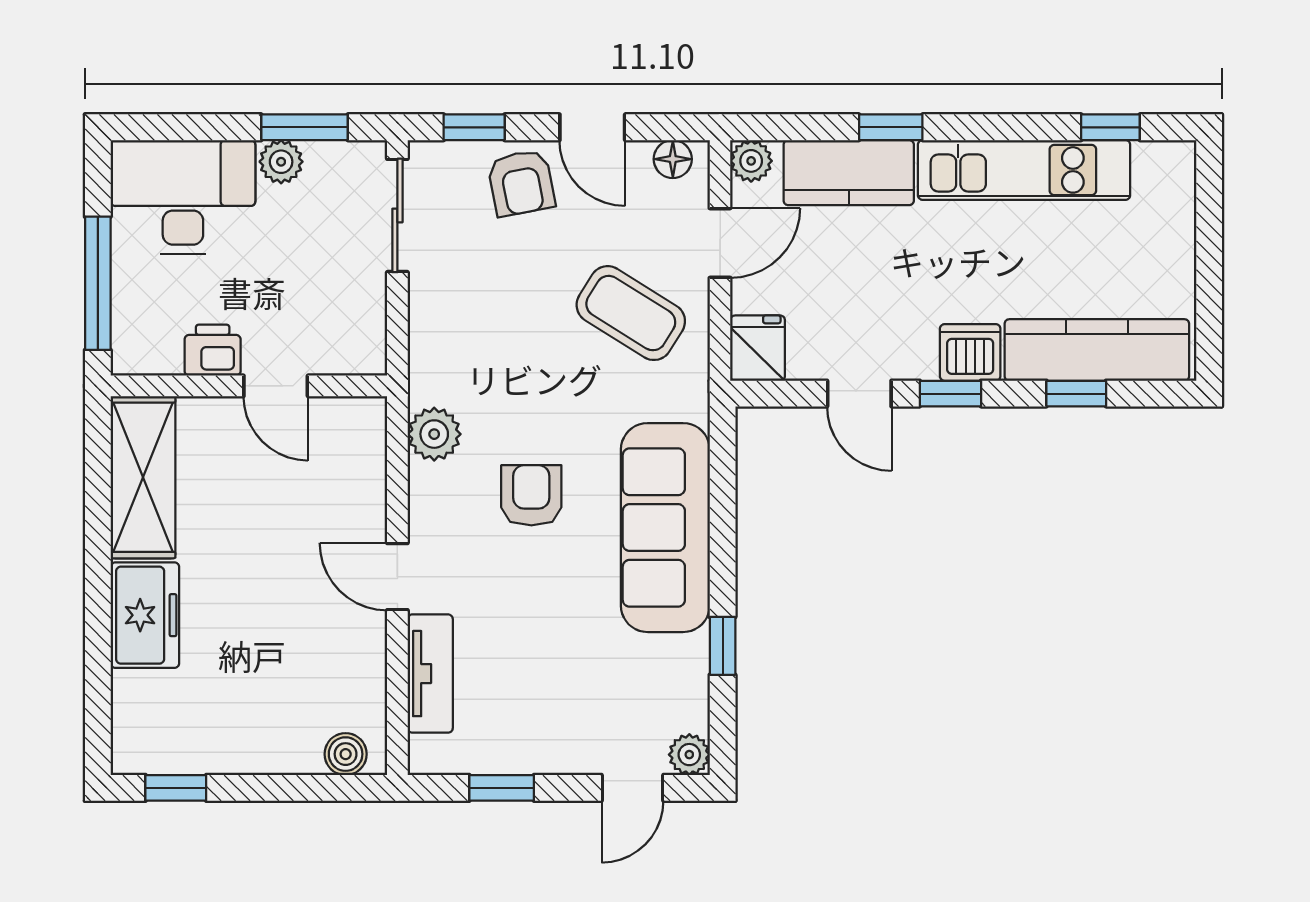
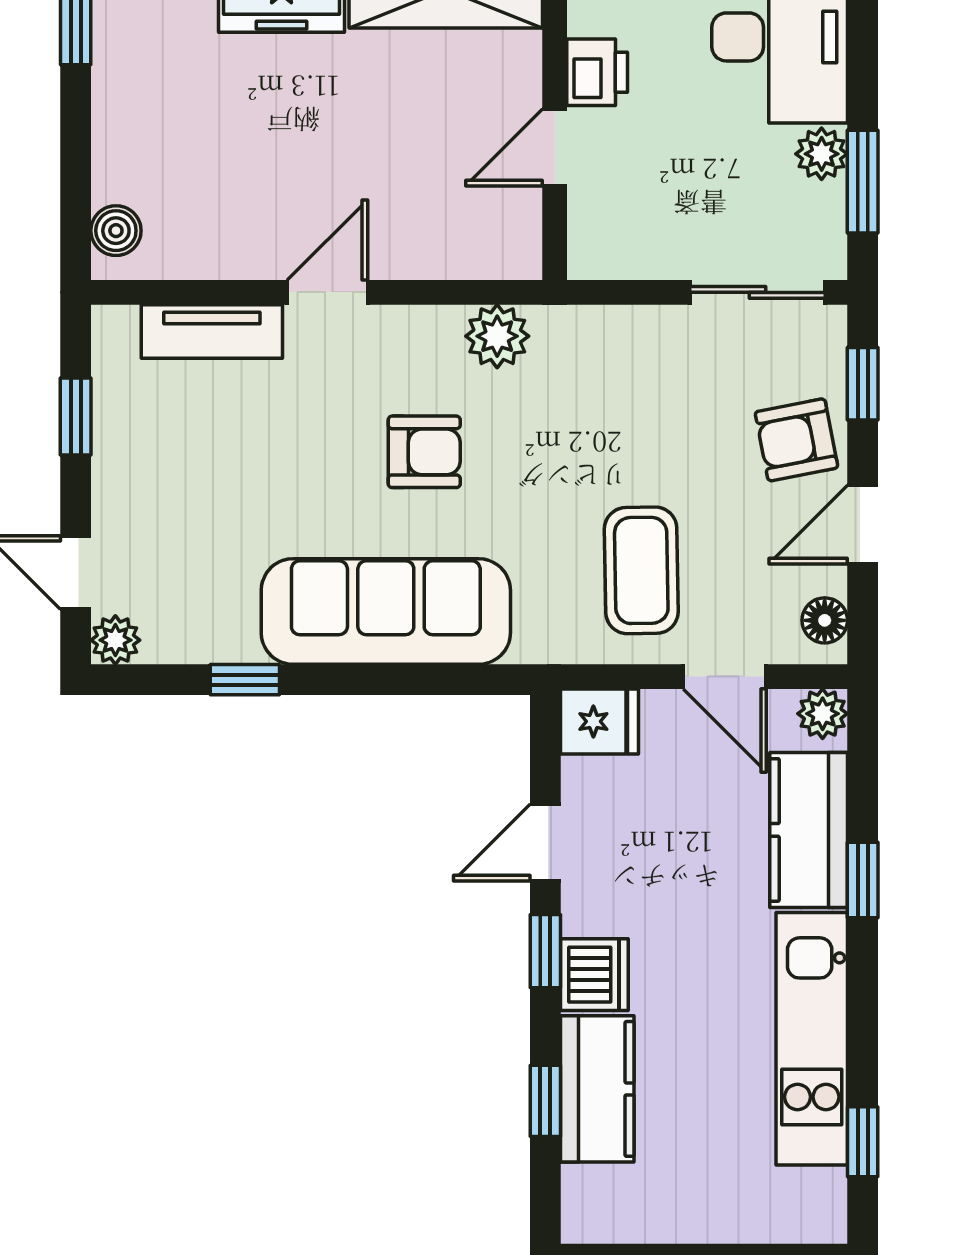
coffee table: (631, 313) -> (641, 570), turned -33
kitchen counter: (1097, 350) -> (597, 1089), width x0.67

